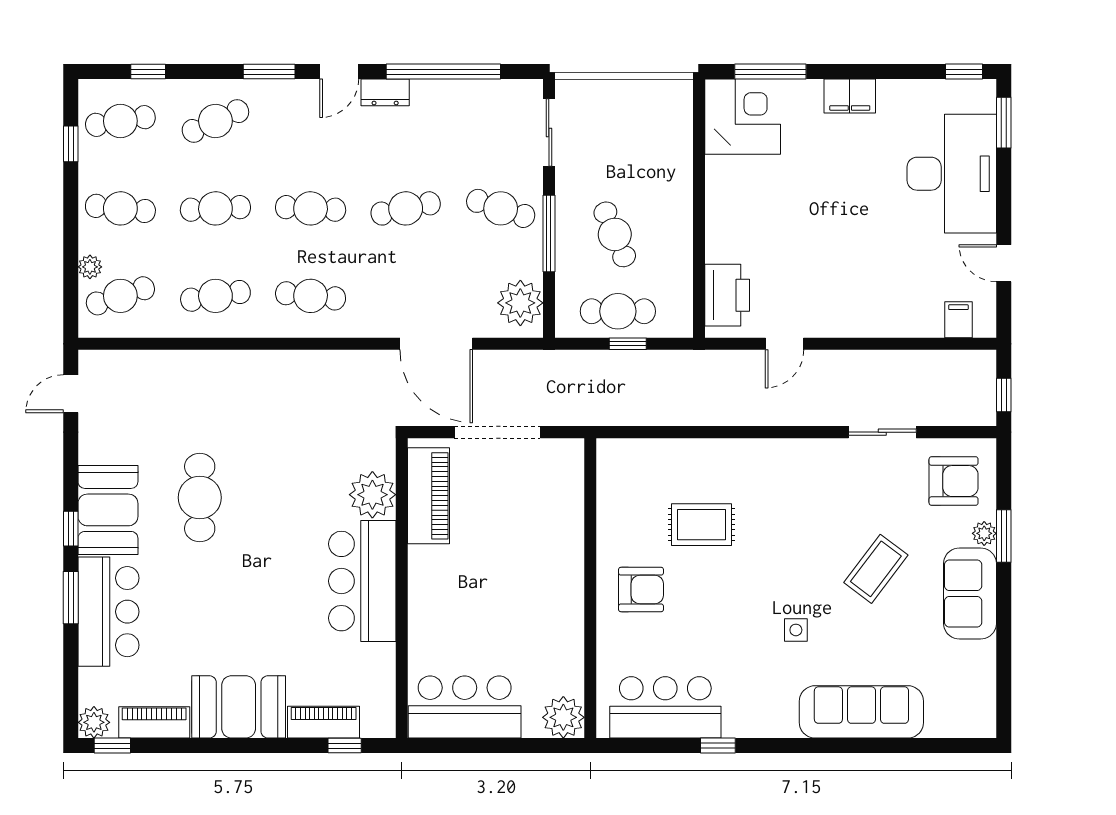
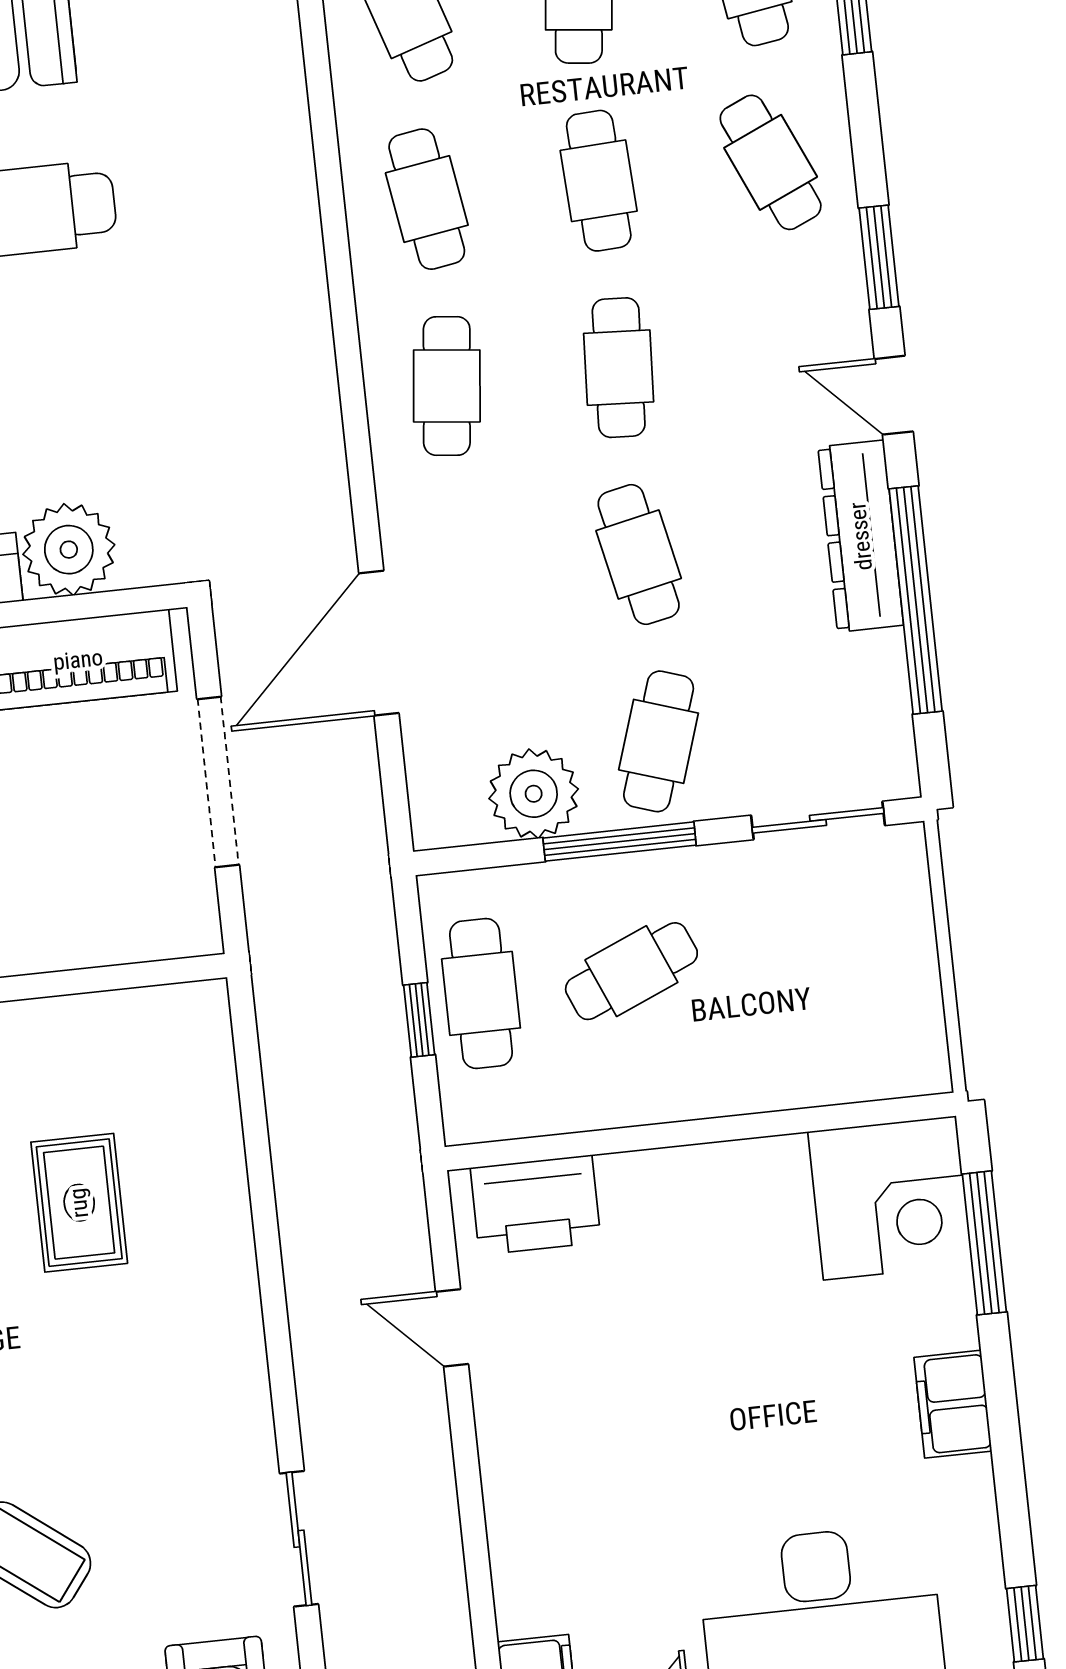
dresser: (385, 92) -> (861, 536), width x1.96, depth x1.24
plant: (520, 303) -> (534, 794), moved

